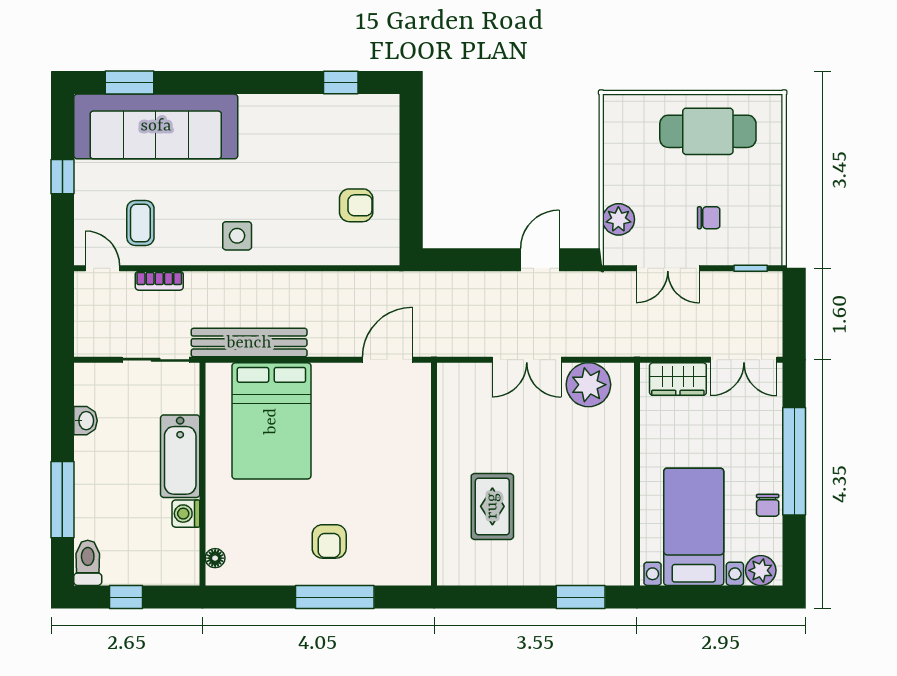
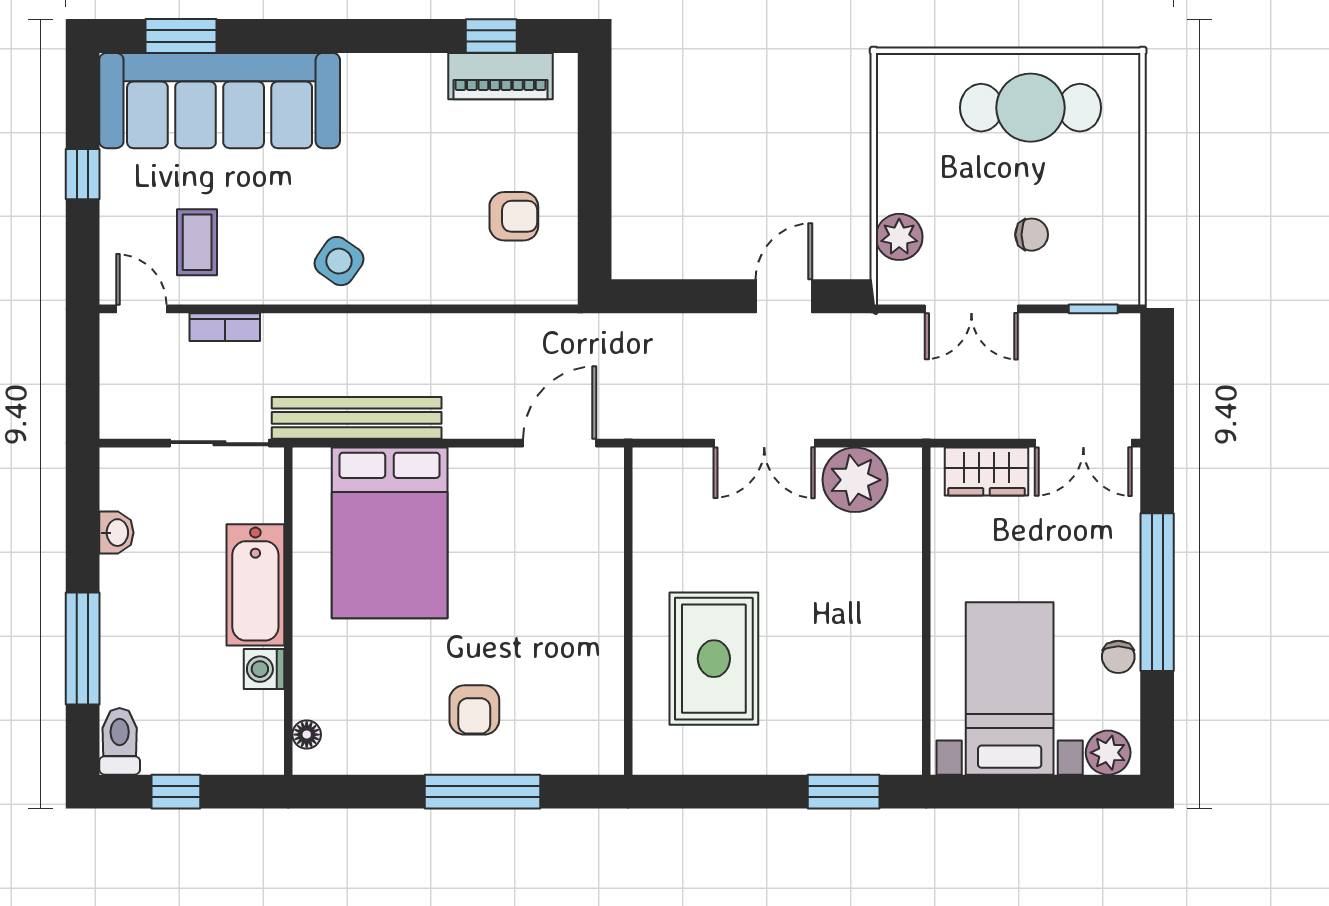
piano: (347, 110) -> (501, 76), added
side table: (237, 236) -> (339, 261), turned 35
rug: (492, 506) -> (714, 659), width x1.36, depth x1.43

